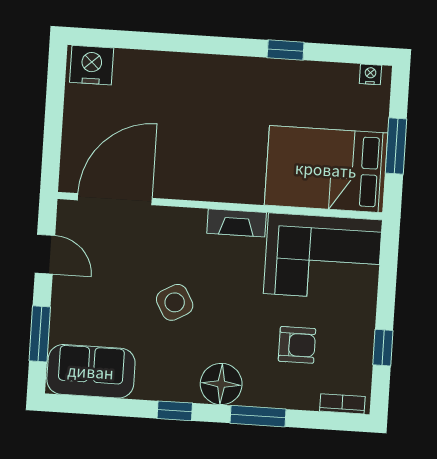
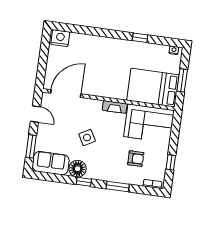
floor lamp: (221, 384) -> (78, 169), moved

